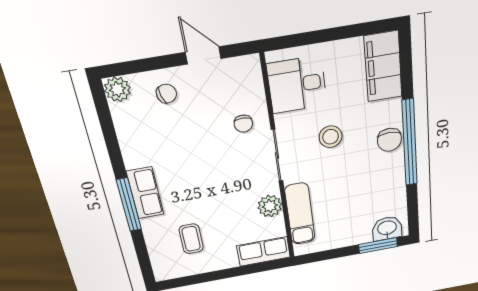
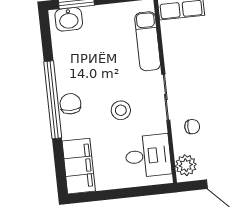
chair: (243, 124) -> (192, 127), turned 90
plant: (270, 206) -> (186, 165), moved

